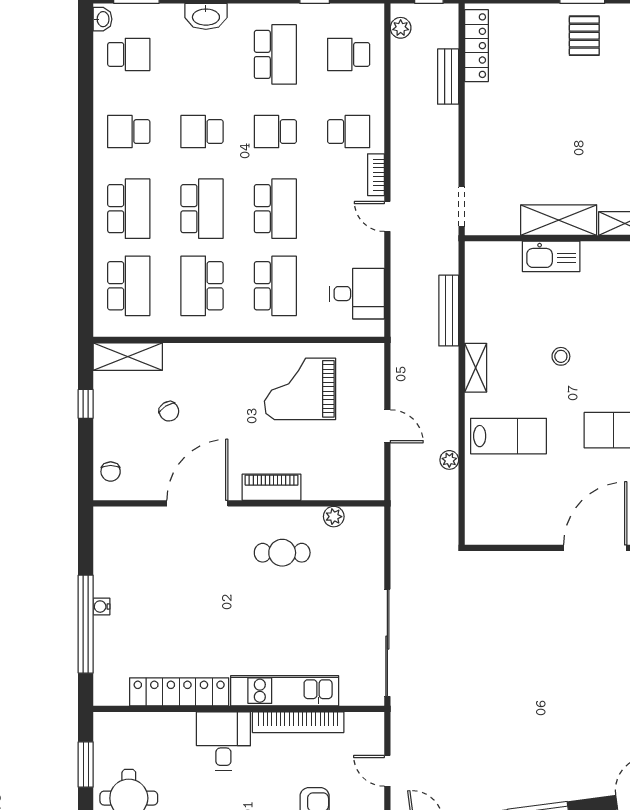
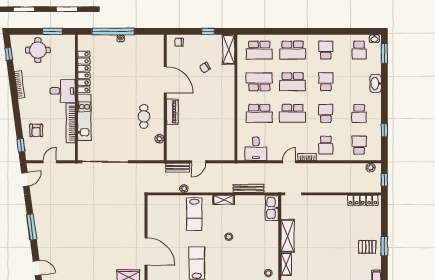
school desk: (275, 54) -> (359, 113), width x0.54
bench: (448, 77) -> (178, 168), moved
kitchen sink: (551, 256) -> (272, 208), moved
grand piano: (300, 389) -> (215, 124), removed

